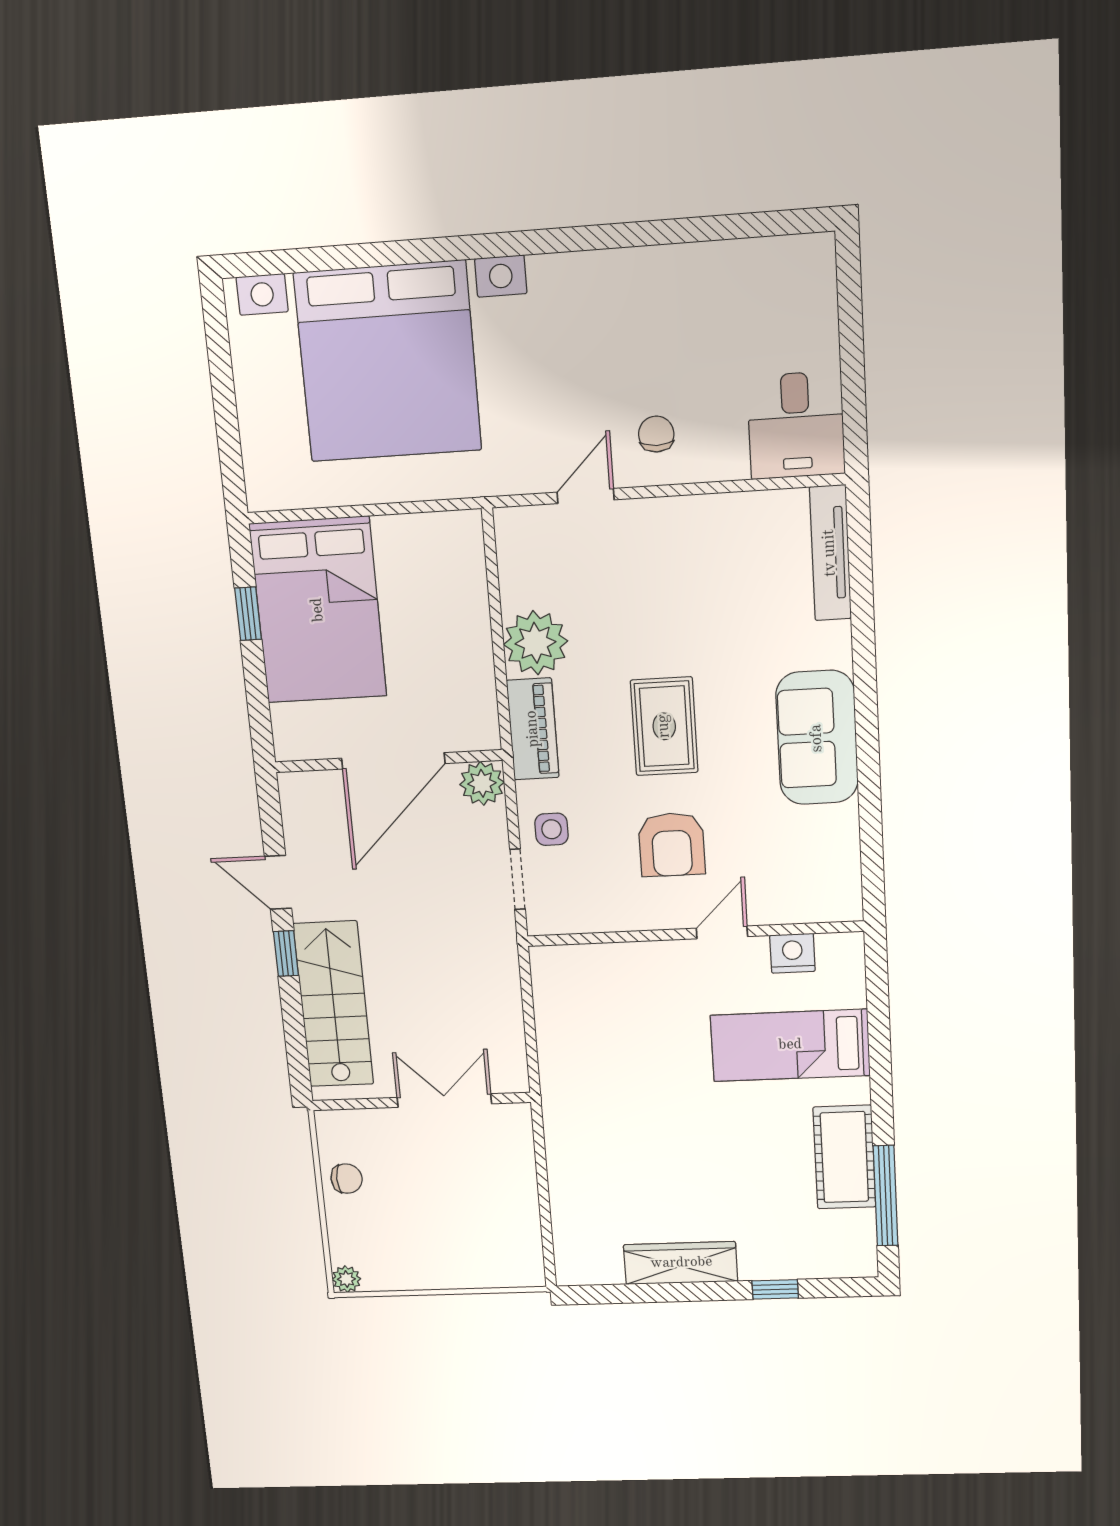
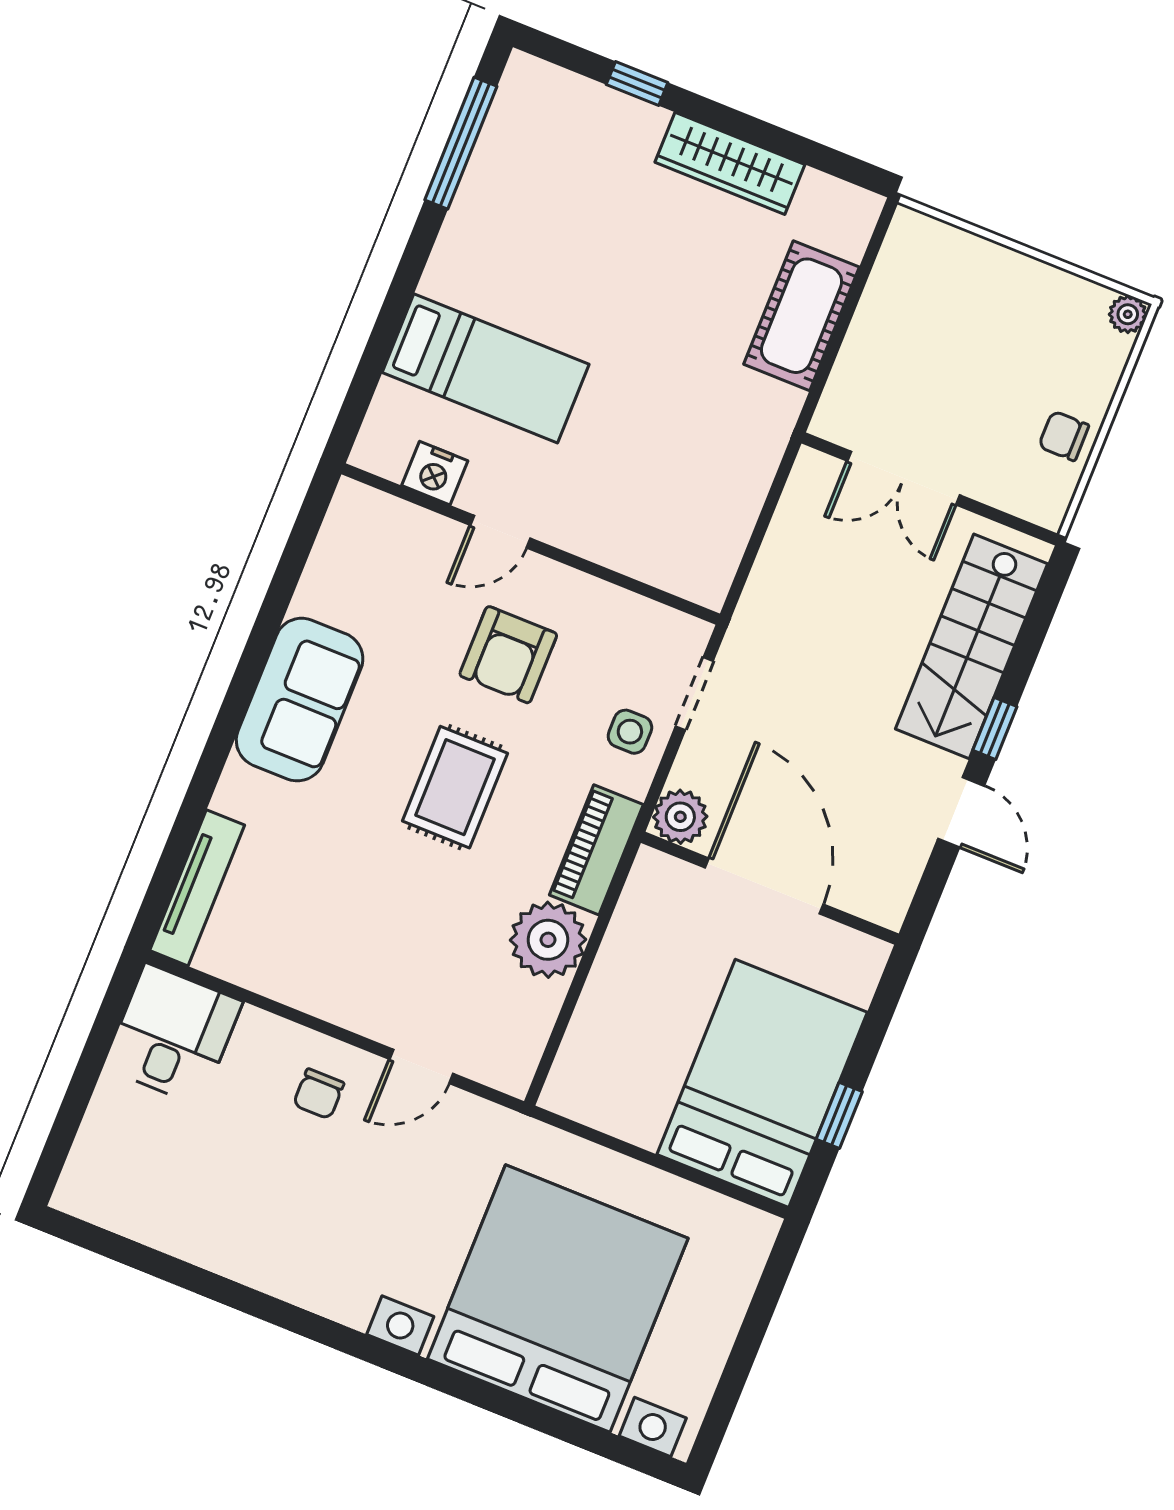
door: (393, 761) -> (764, 886), hinge flipped
armchair: (672, 845) -> (508, 655), turned 180
cot: (844, 1157) -> (802, 316), moved

